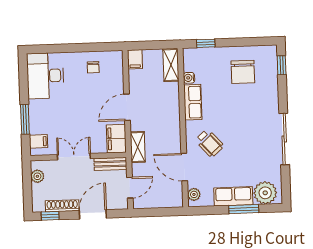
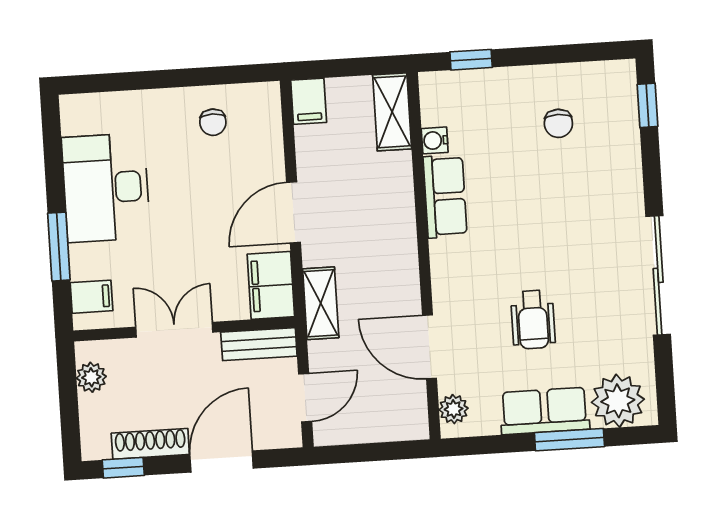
chair: (243, 72) -> (558, 123), width x0.54, depth x0.54
desk: (45, 76) -> (106, 188), moved
wheelchair: (209, 143) -> (533, 320), moved, turned 42

